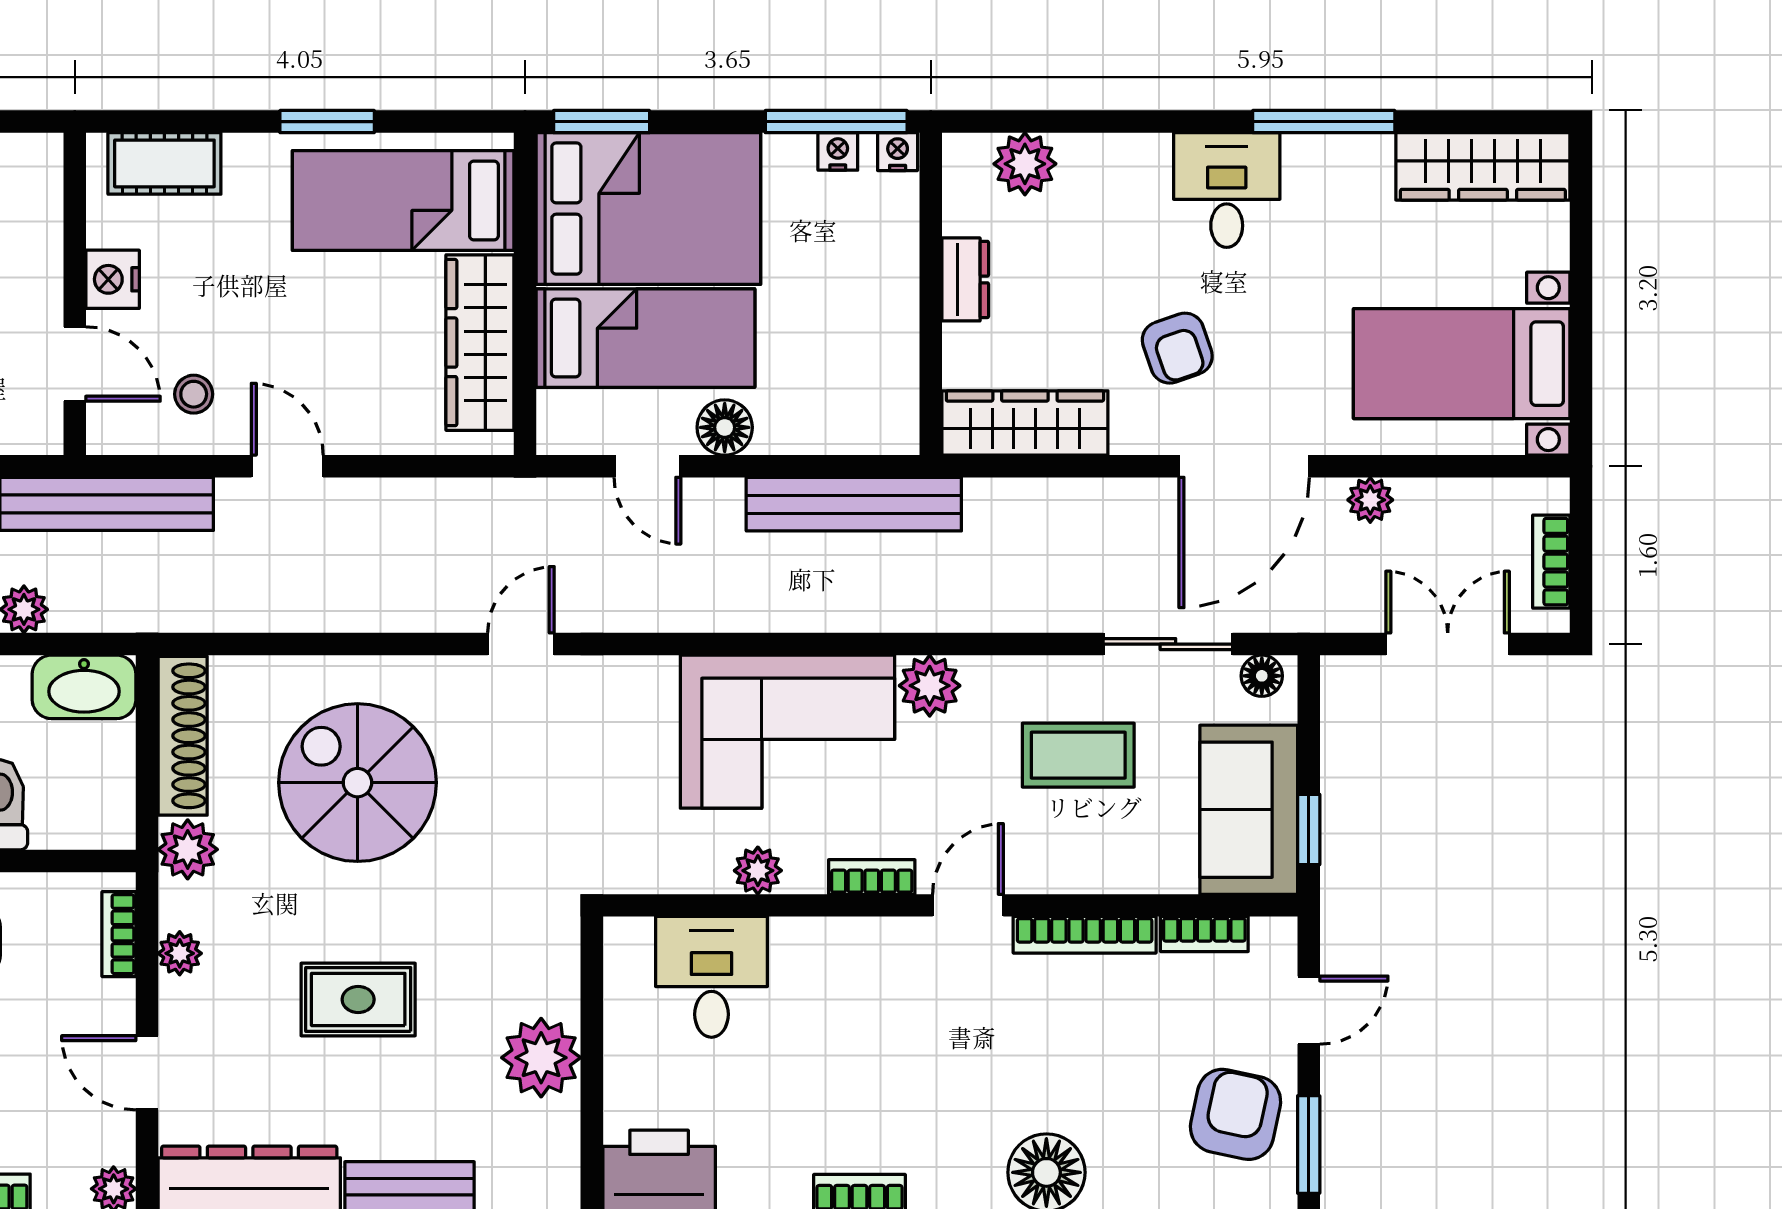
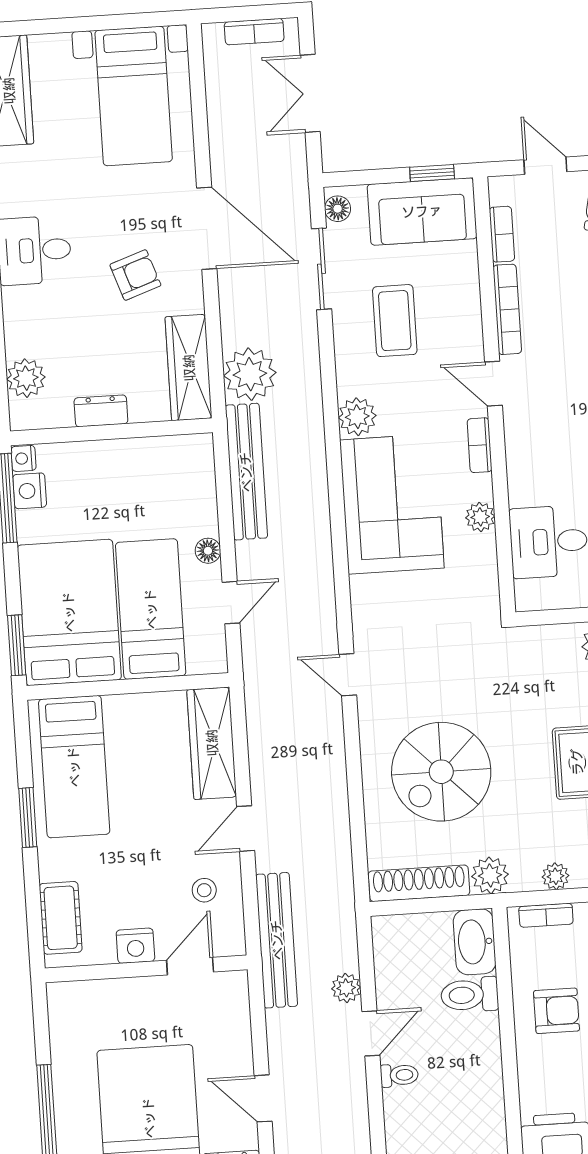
nightstand: (838, 151) -> (30, 491), width x1.39, depth x1.35
wardrobe: (480, 343) -> (212, 743), moved, turned 90
floor lamp: (725, 427) -> (208, 551), width x0.73, depth x0.73
plant: (1370, 500) -> (250, 374), moved, width x1.87, depth x1.87
washbasin: (84, 687) -> (475, 942), moved, turned 180

